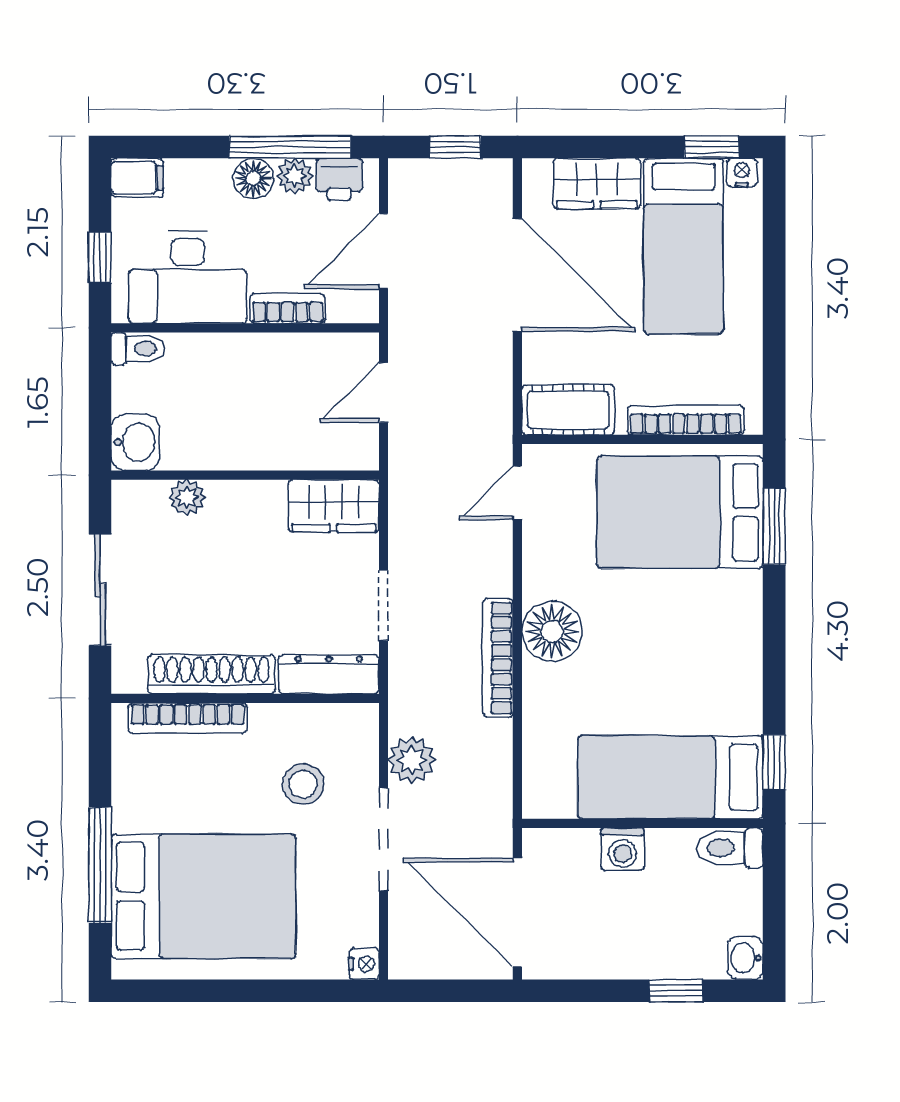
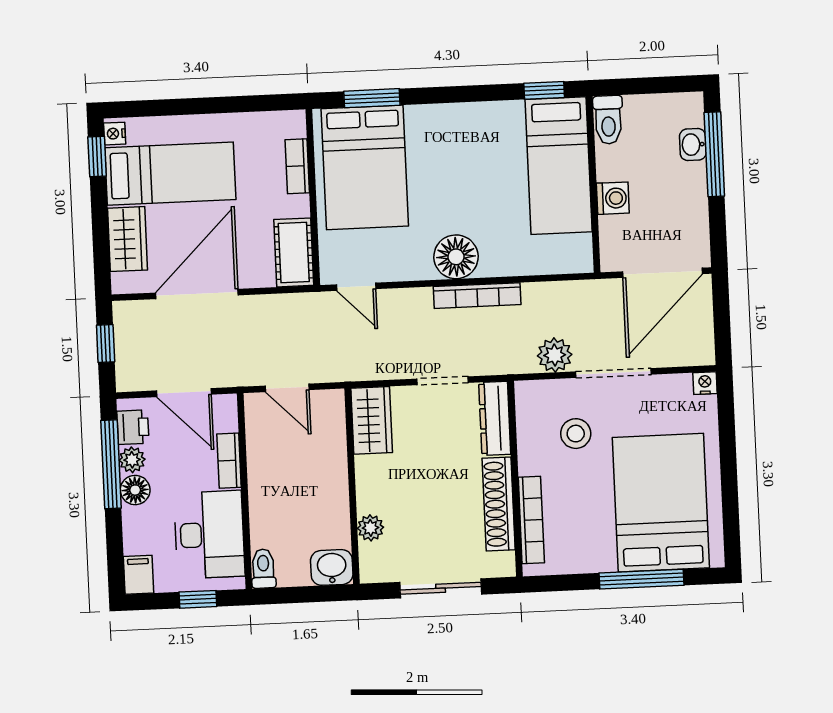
bookcase: (686, 420) -> (297, 166), width x0.64
washbasin: (745, 958) -> (693, 145), moved, turned 90
window: (676, 991) -> (714, 154), width x2.17

